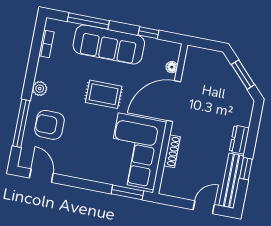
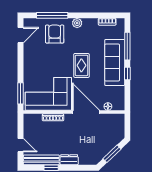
window: (149, 33) -> (127, 73), moved

